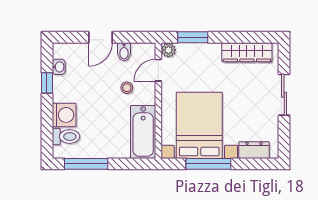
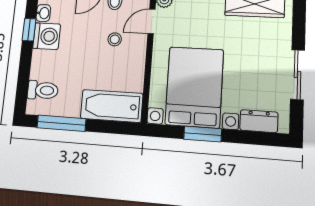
sliding door: (284, 95) -> (298, 75), moved
washing machine: (64, 115) -> (47, 36), moved
bathtub: (143, 132) -> (112, 106), moved, turned 90
window: (208, 164) -> (203, 134), width x0.69

